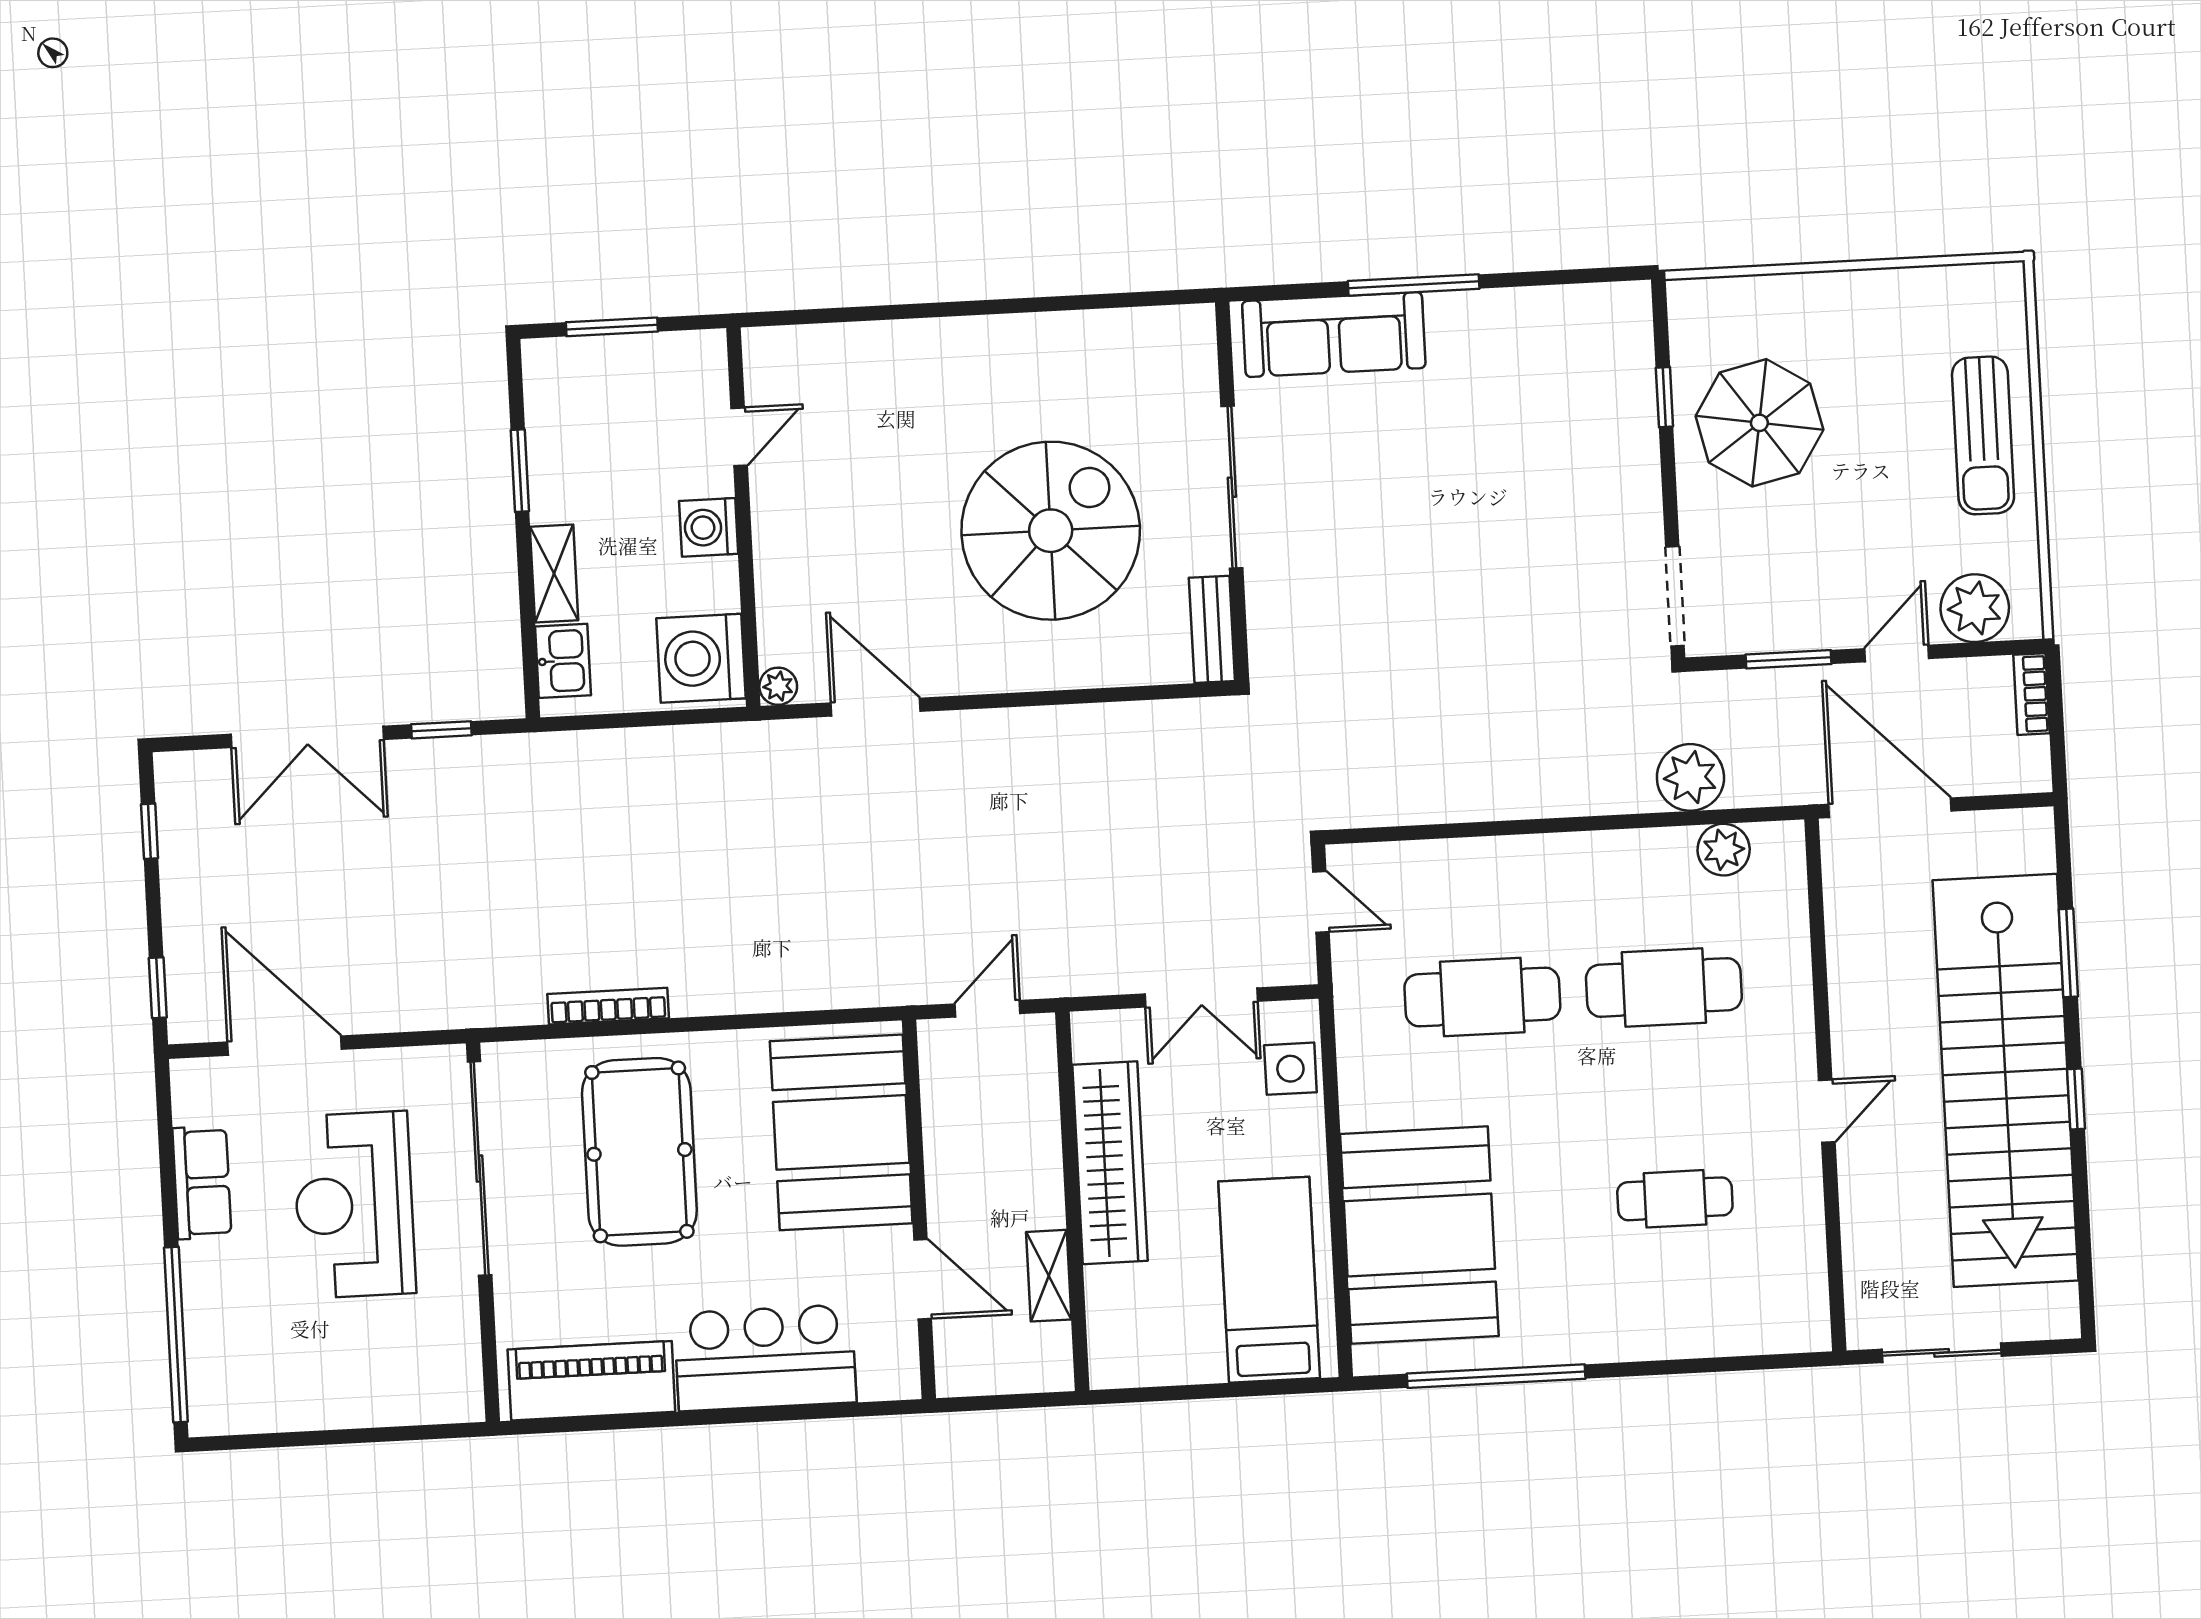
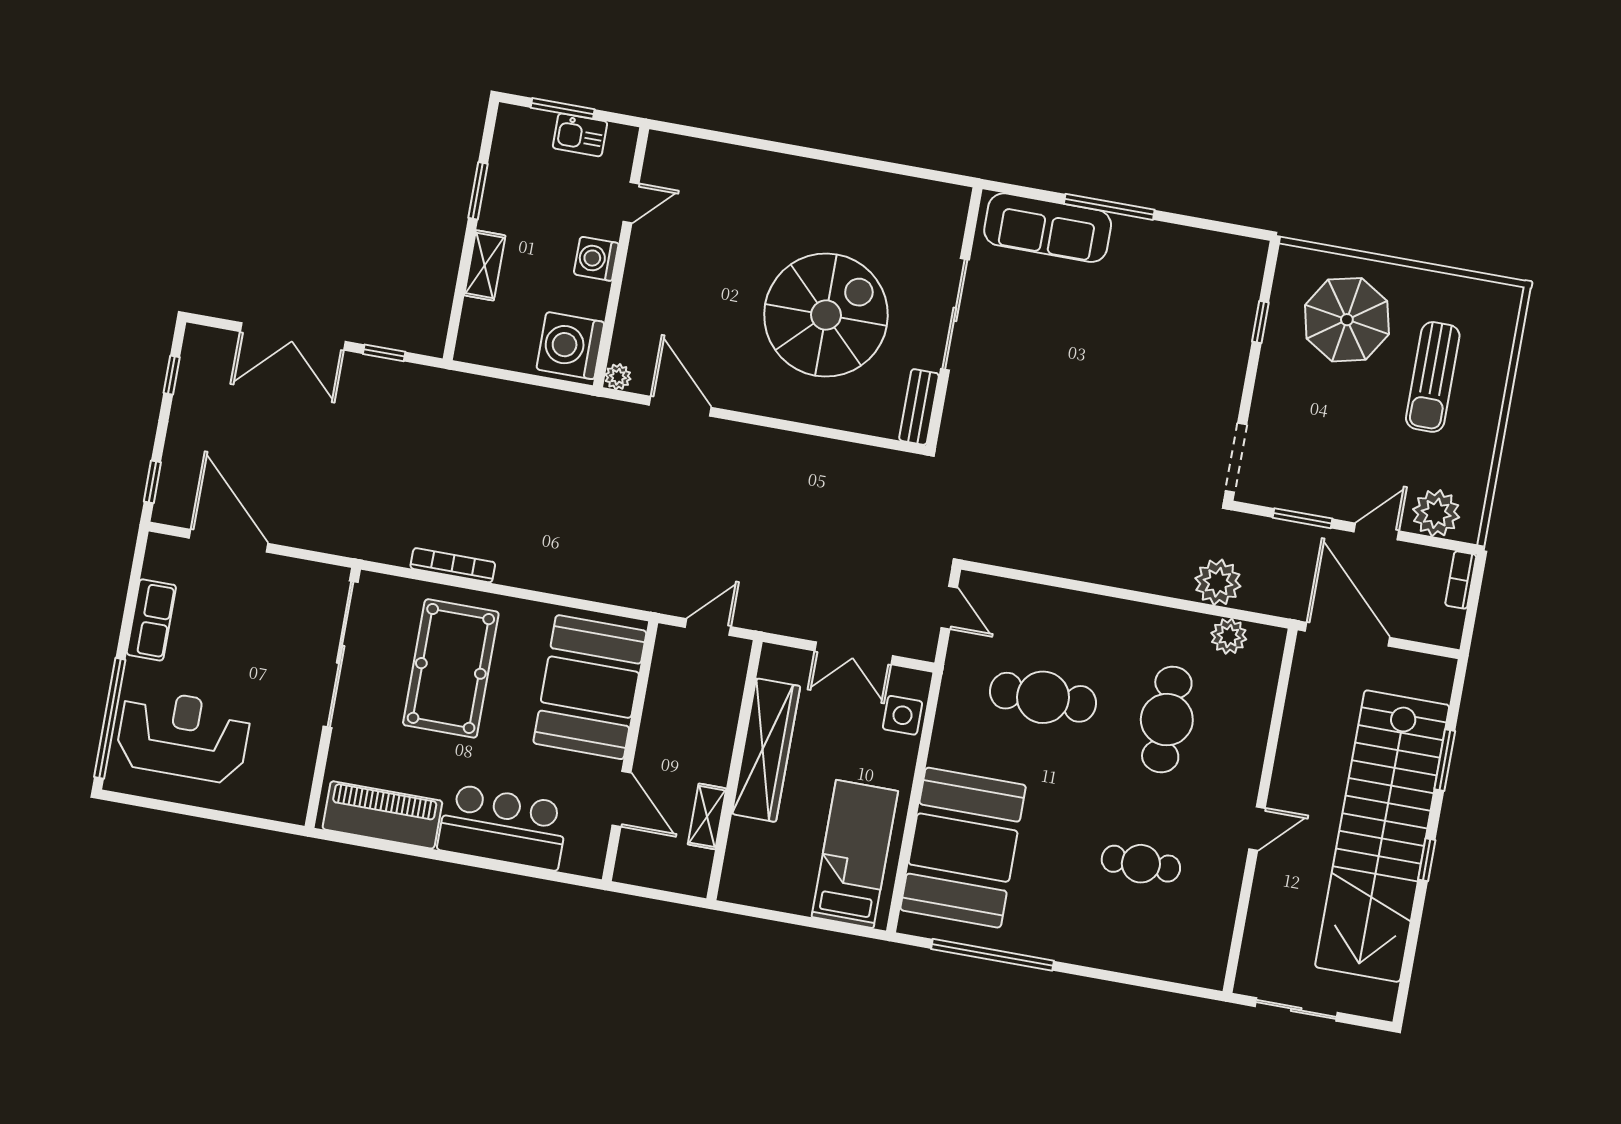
parasol: (1759, 423) -> (1347, 320), moved
sun lounger: (1983, 435) -> (1433, 377), moved
kitchen sink: (563, 661) -> (580, 135), moved, turned 90
cafe table: (1664, 987) -> (1167, 720), turned 90
reception desk: (354, 1205) -> (183, 736), moved, turned 90

